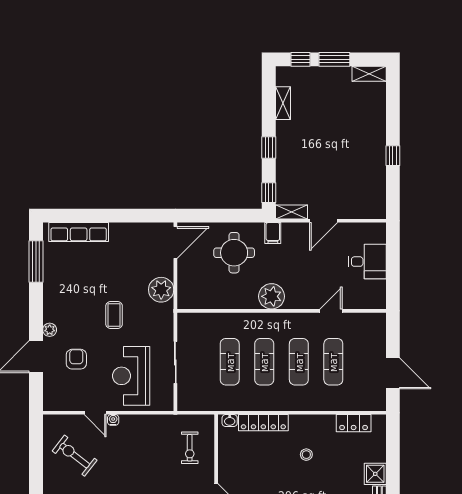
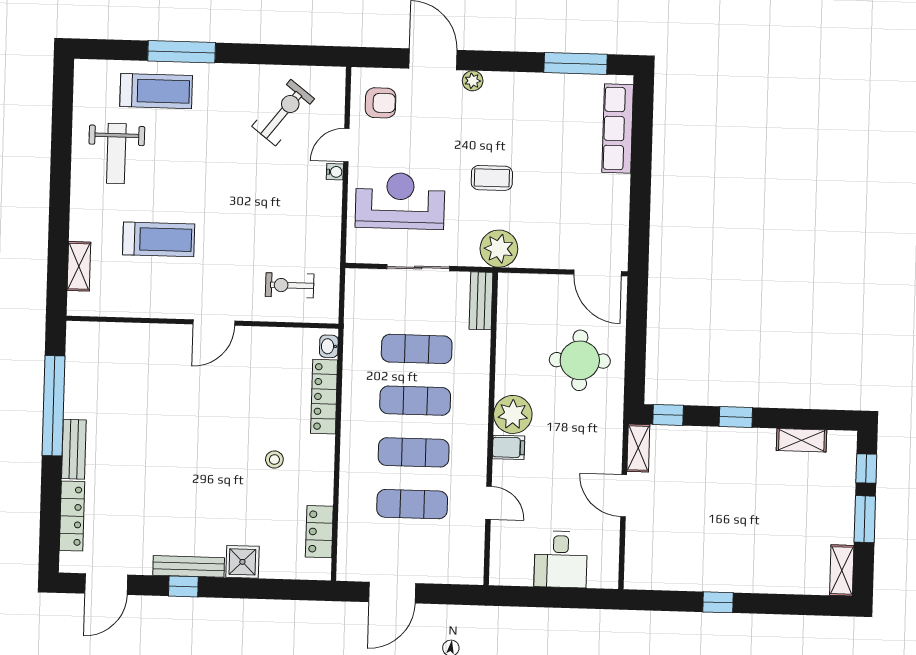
filing cabinet: (273, 233) -> (509, 447), moved, turned 180
plant: (161, 290) -> (499, 249), moved
bench: (196, 320) -> (481, 301), added
armchair: (76, 359) -> (381, 103), moved

